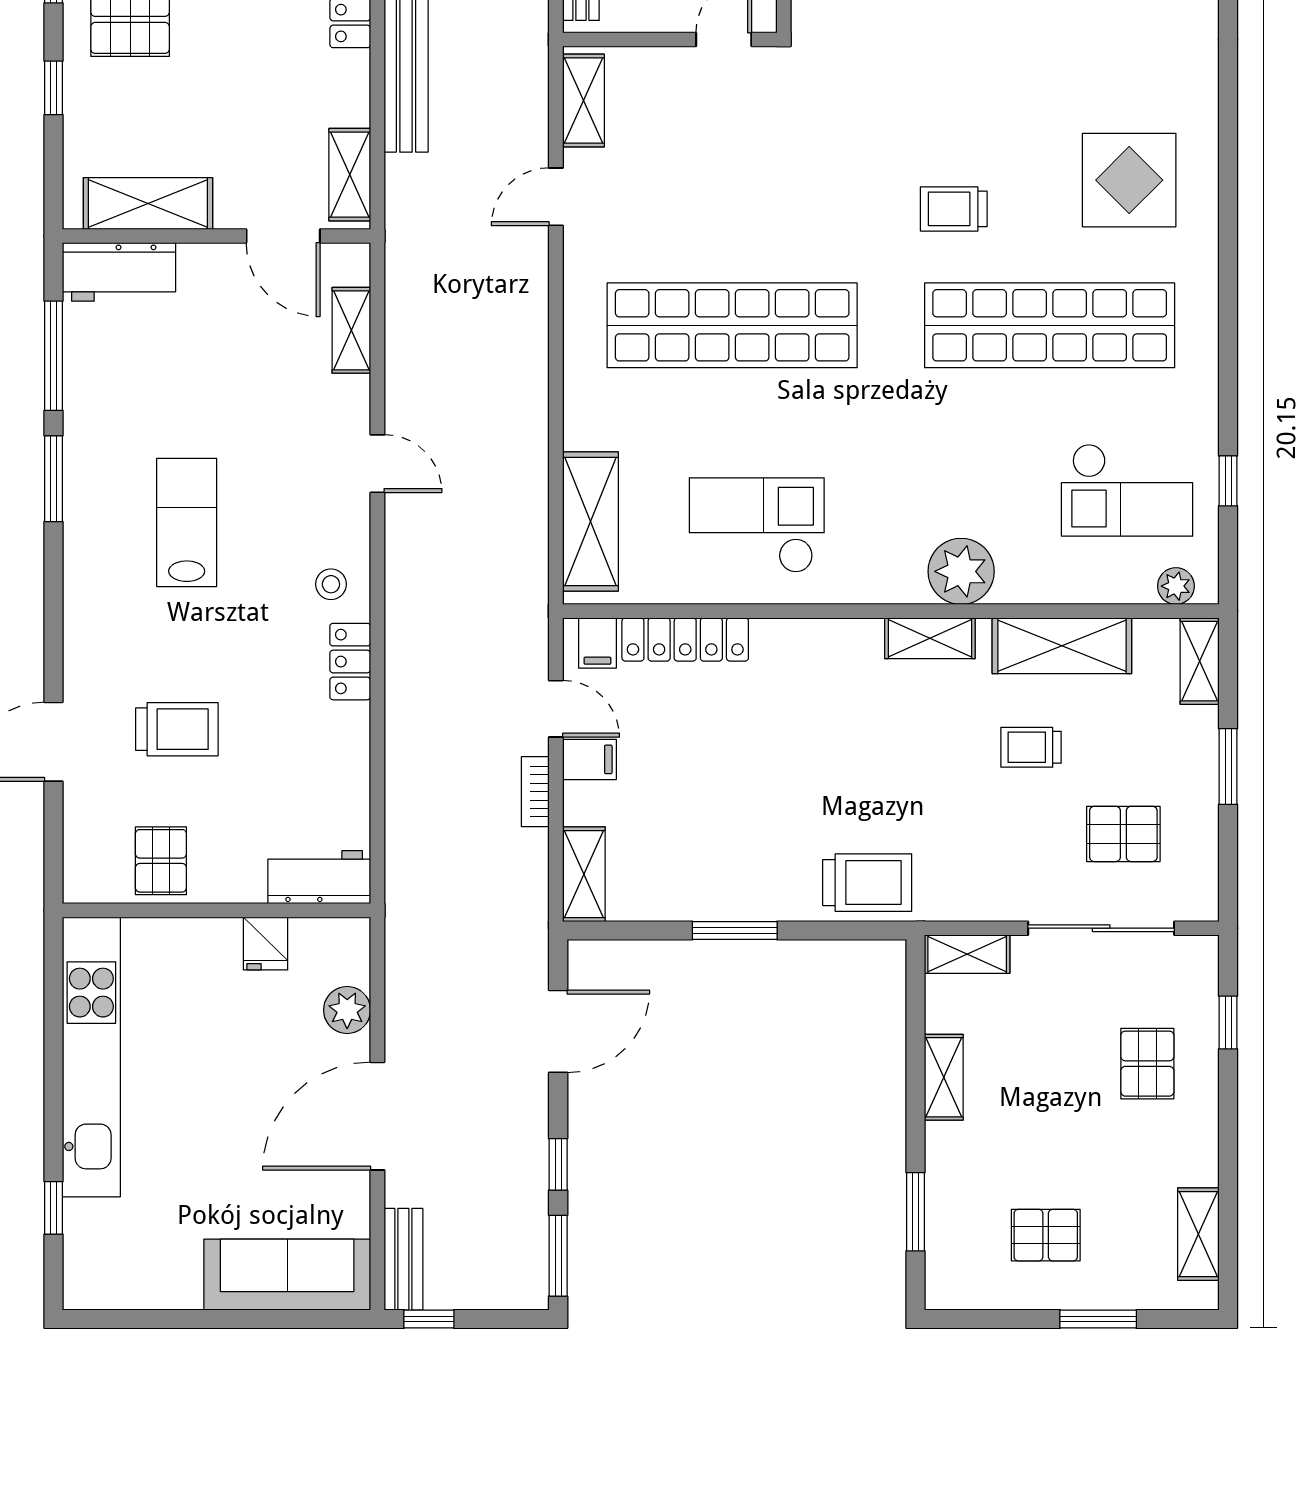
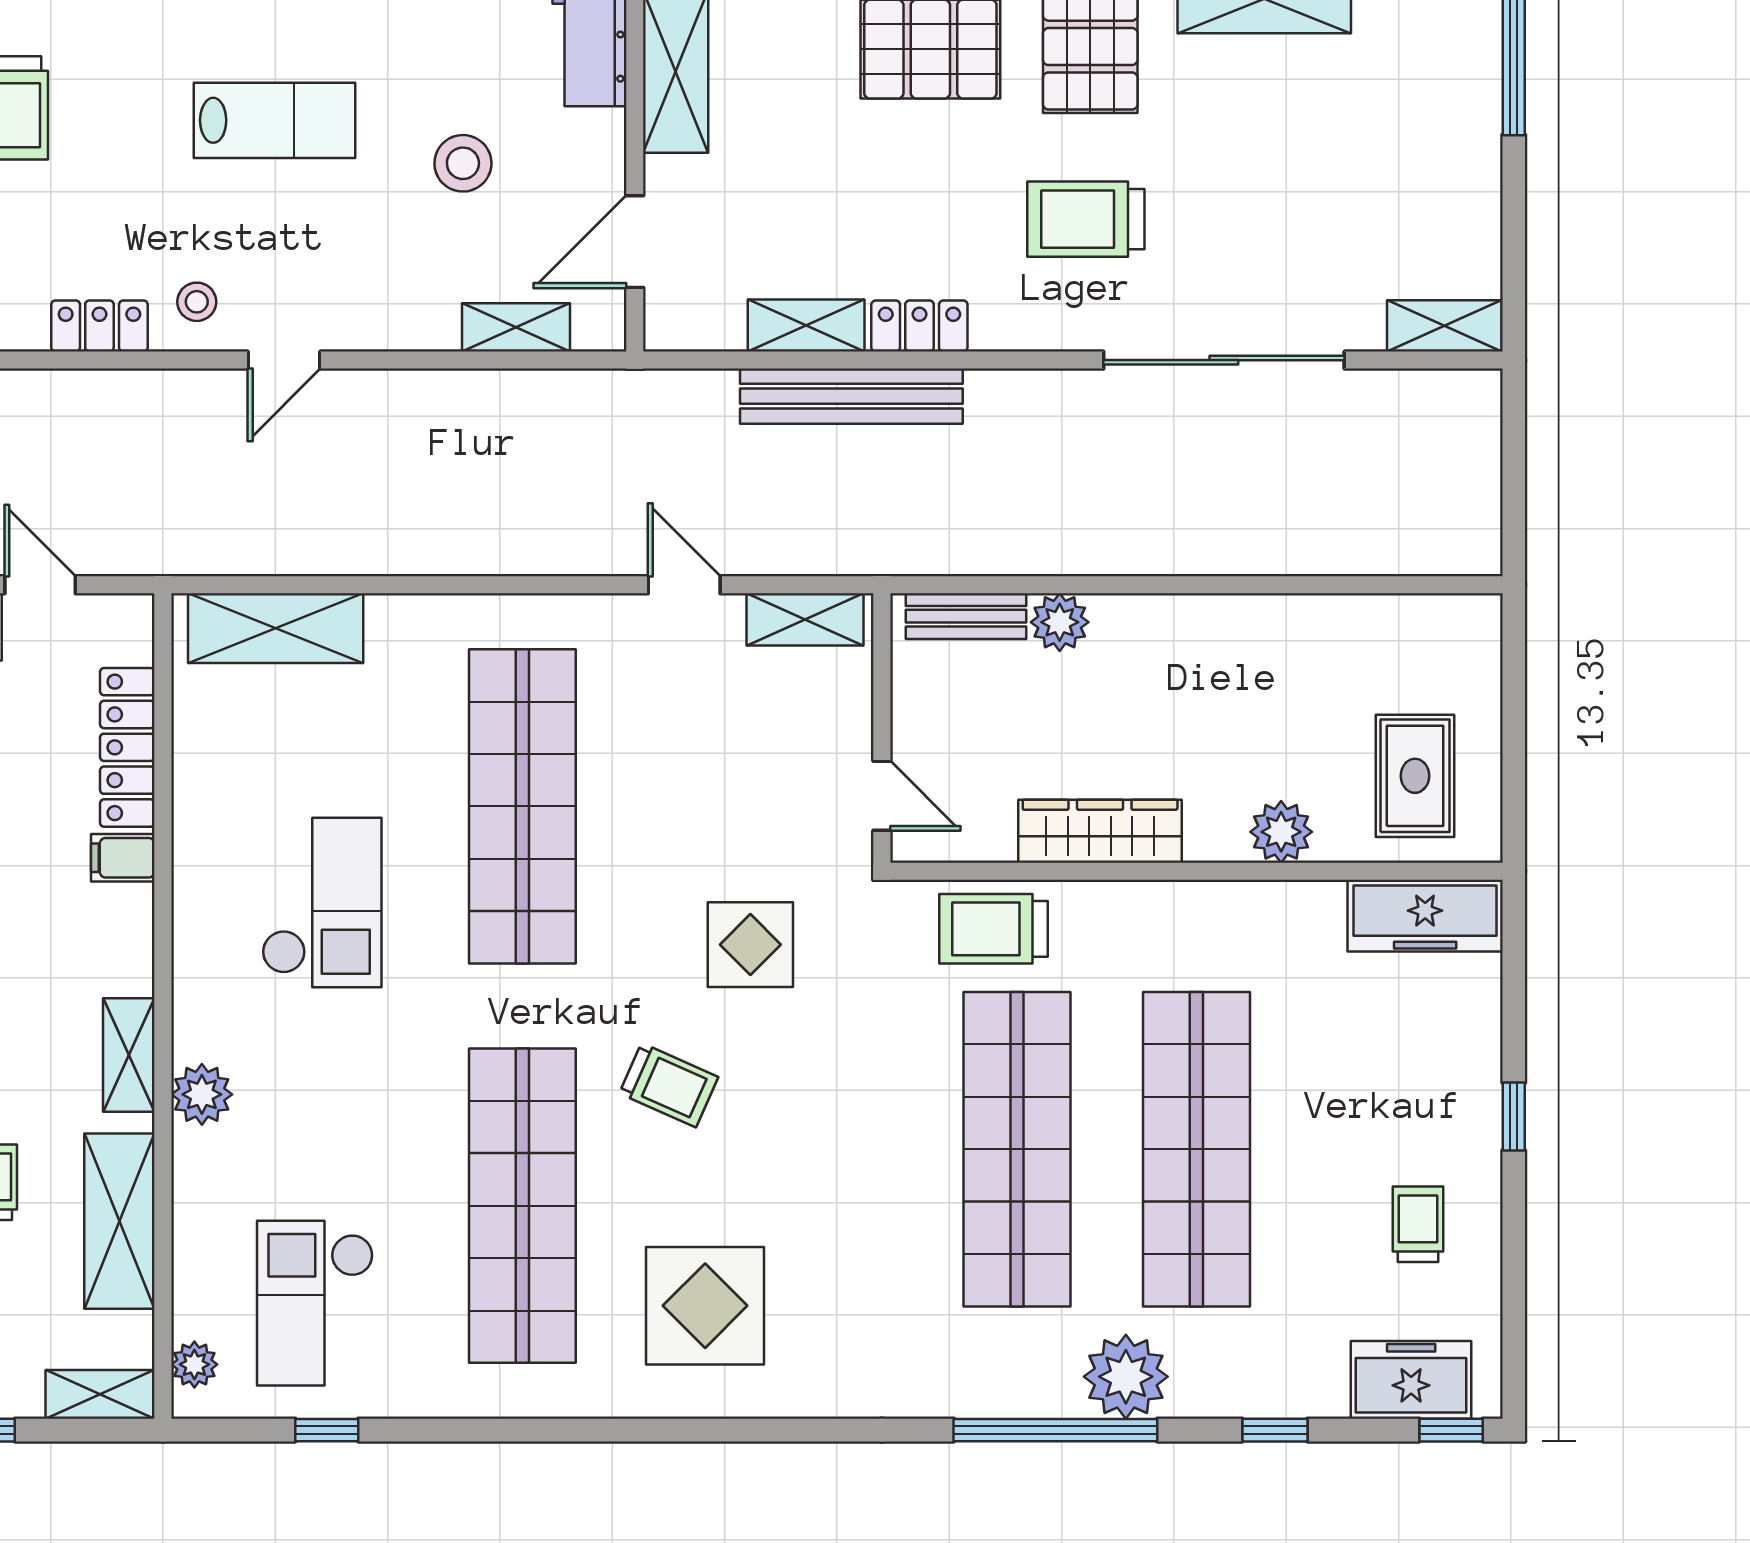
display table: (842, 144) -> (750, 945), added
shelving: (350, 175) -> (806, 325), moved
trolley: (954, 209) -> (669, 1085), turned 114
stool: (221, 373) -> (463, 163), added
door: (377, 464) -> (284, 360), moved
checkout: (757, 525) -> (322, 903), moved
plant: (961, 571) -> (202, 1094), width x0.73, depth x0.73
filing cabinet: (597, 643) -> (123, 858), moved
door: (556, 709) -> (40, 585), swing flipped

